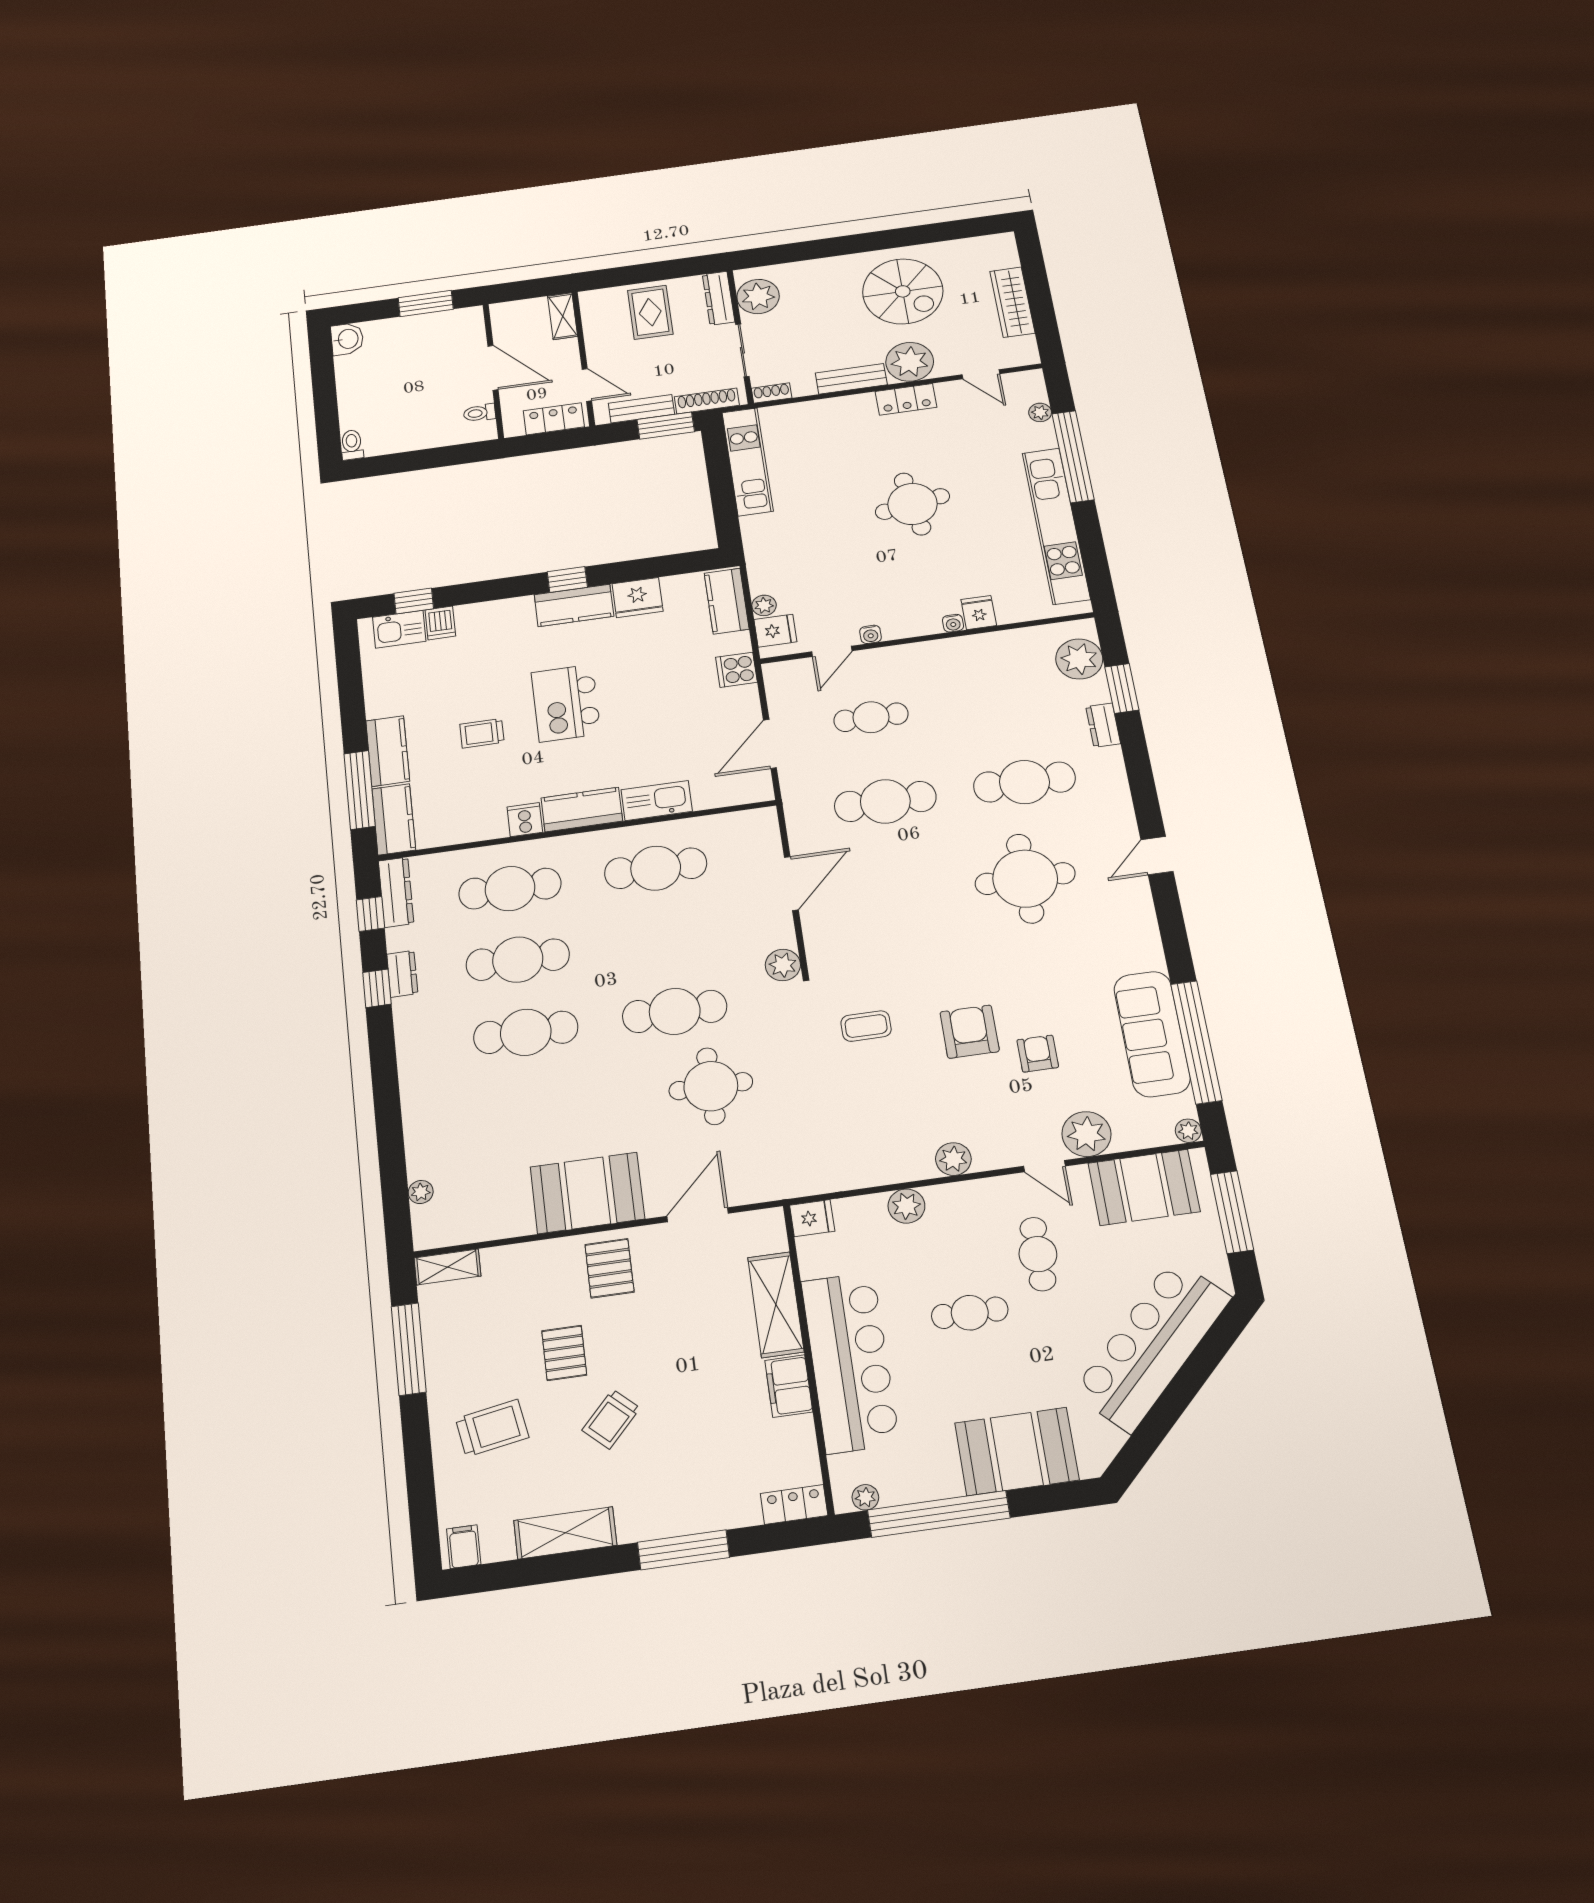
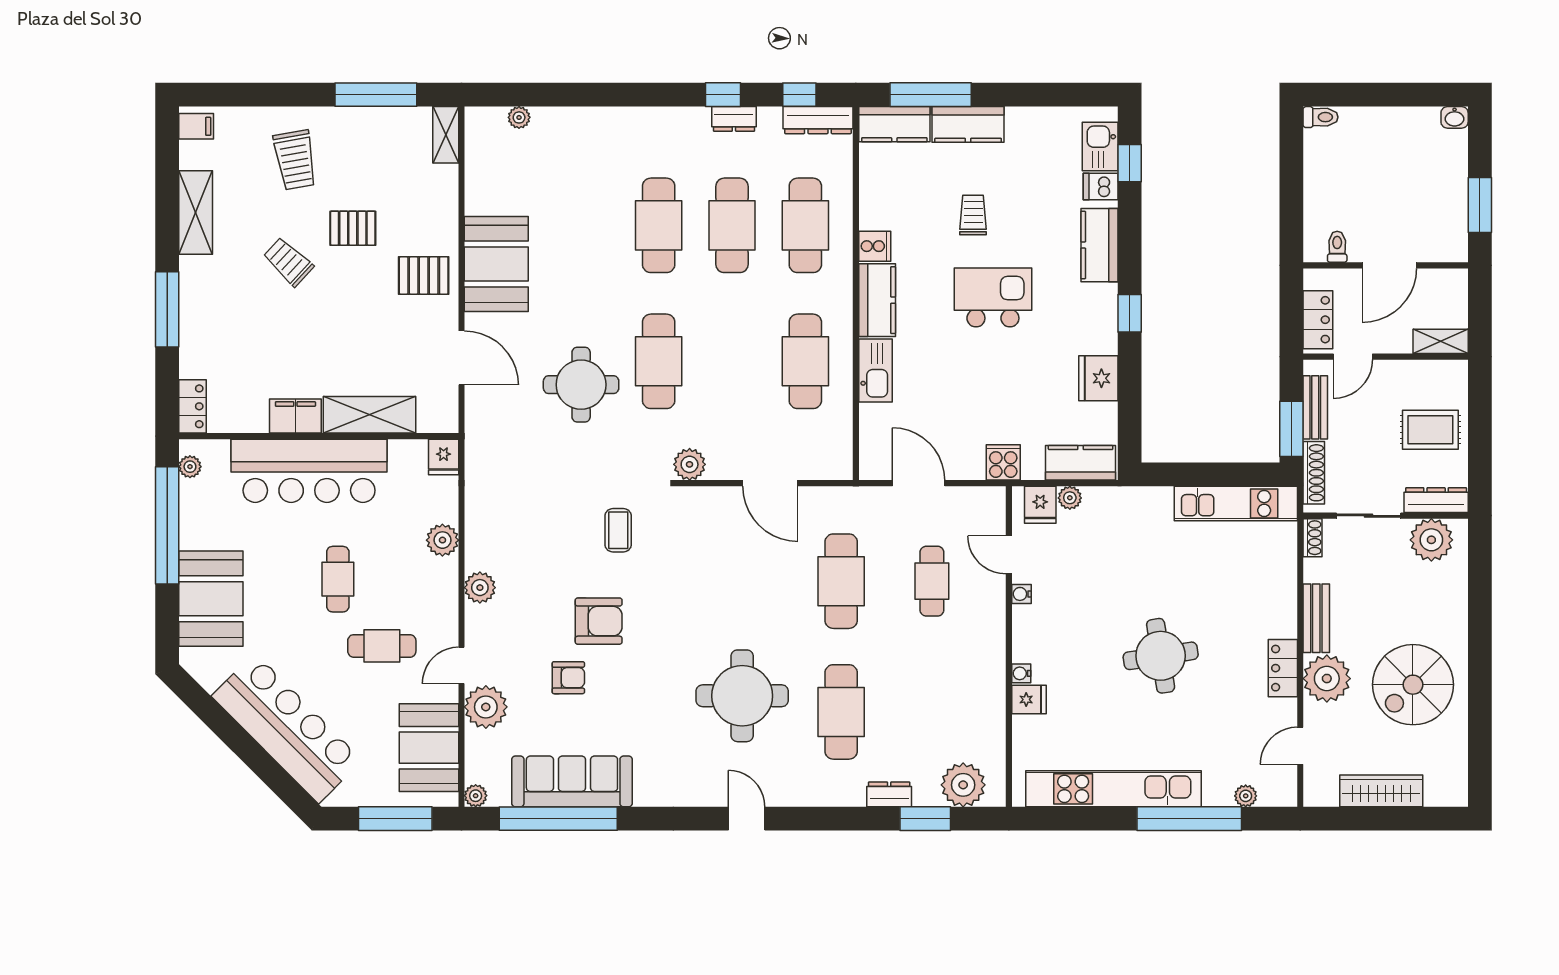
washbasin: (347, 339) -> (1455, 117), width x0.72, depth x0.69
kitchen counter: (574, 605) -> (1099, 245), moved

